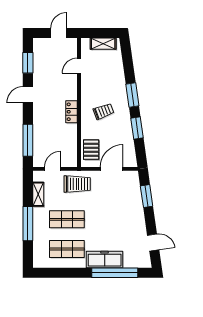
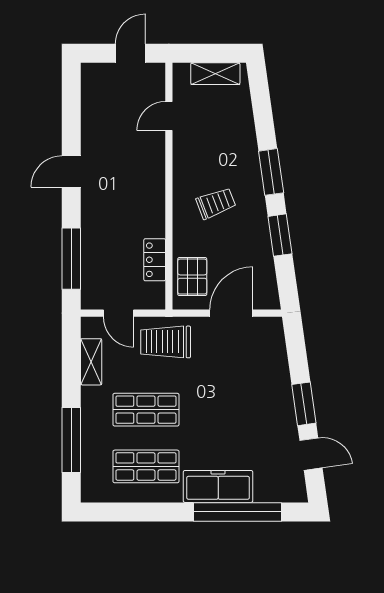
window: (28, 63) -> (71, 110), removed
locker: (71, 112) -> (155, 260), moved
door: (53, 169) -> (119, 313), swing flipped
trolley: (77, 184) -> (166, 342), turned 180
window: (147, 196) -> (304, 404), moved
window: (28, 224) -> (71, 440), moved

